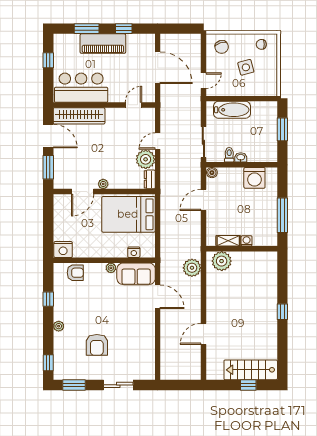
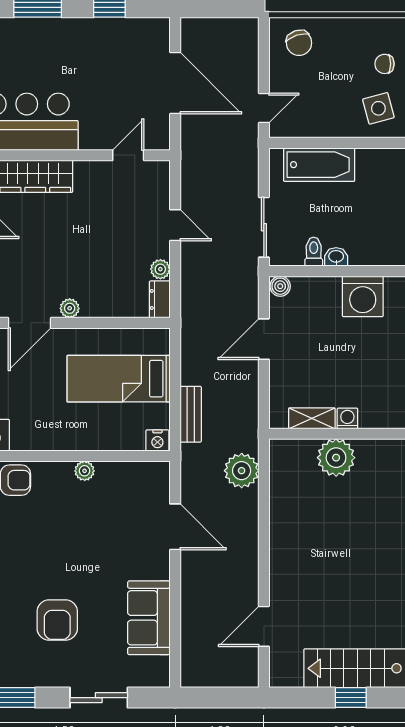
piano: (103, 44) -> (69, 36), removed
chair: (261, 44) -> (385, 64), moved
side table: (246, 67) -> (378, 108), moved
door: (158, 141) -> (175, 225), swing flipped
plant: (146, 159) -> (160, 269), width x0.53, depth x0.53
bed: (128, 214) -> (119, 379), width x0.67
bench: (166, 239) -> (191, 414), added
nightstand: (134, 252) -> (157, 440), moved
plant: (222, 261) -> (336, 458), moved
sofa: (136, 274) -> (149, 618), moved, turned 90
door: (203, 334) -> (264, 626), moved

